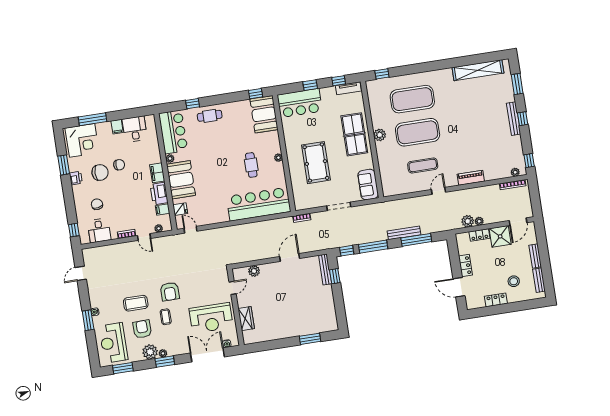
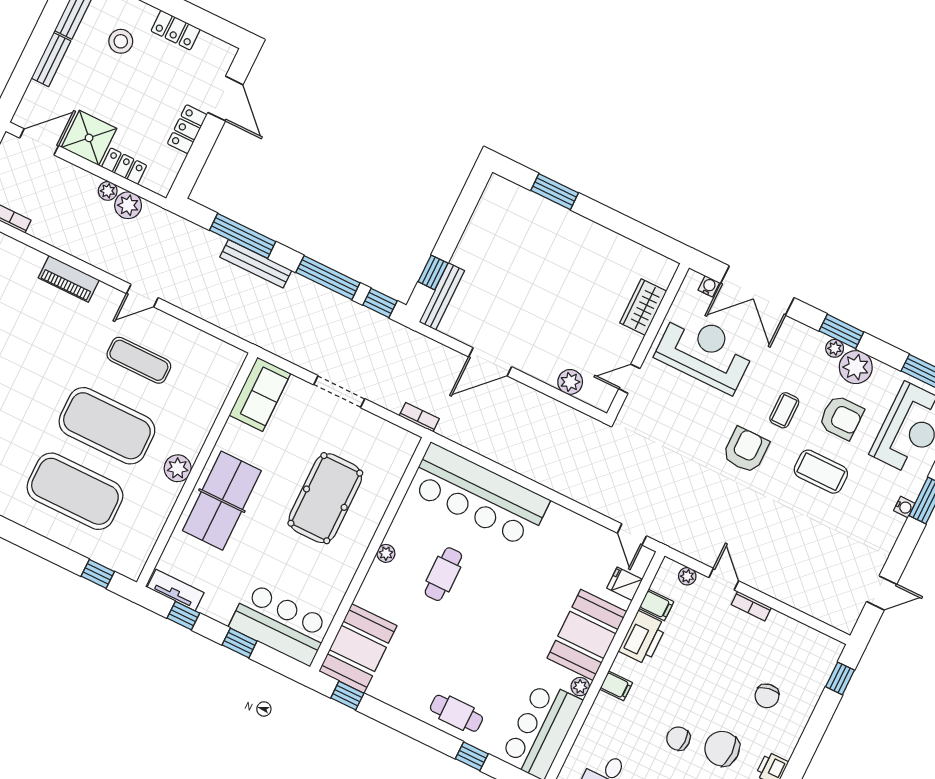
filing cabinet: (157, 173) -> (616, 686), width x0.50
desk: (99, 230) -> (796, 646), removed
armchair: (142, 329) -> (841, 417), turned -88

